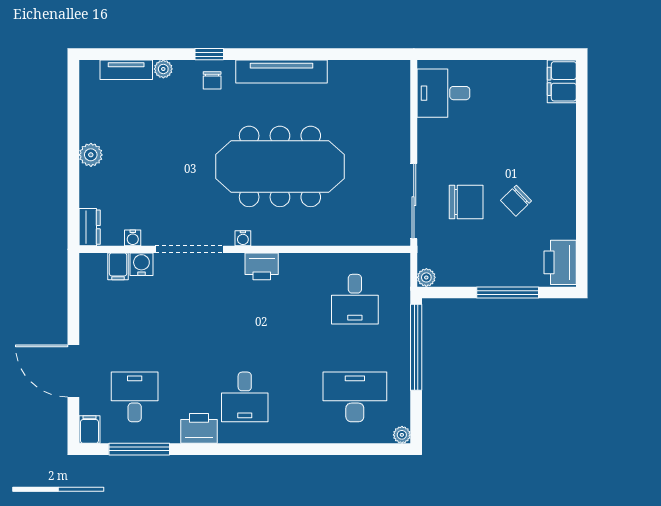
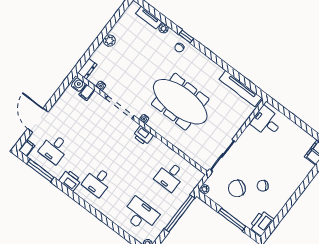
tv unit: (281, 72) -> (240, 89), moved
chair: (466, 202) -> (237, 188), moved, turned 123
water cooler: (141, 264) -> (78, 85), moved
desk: (135, 397) -> (54, 149), turned 180

